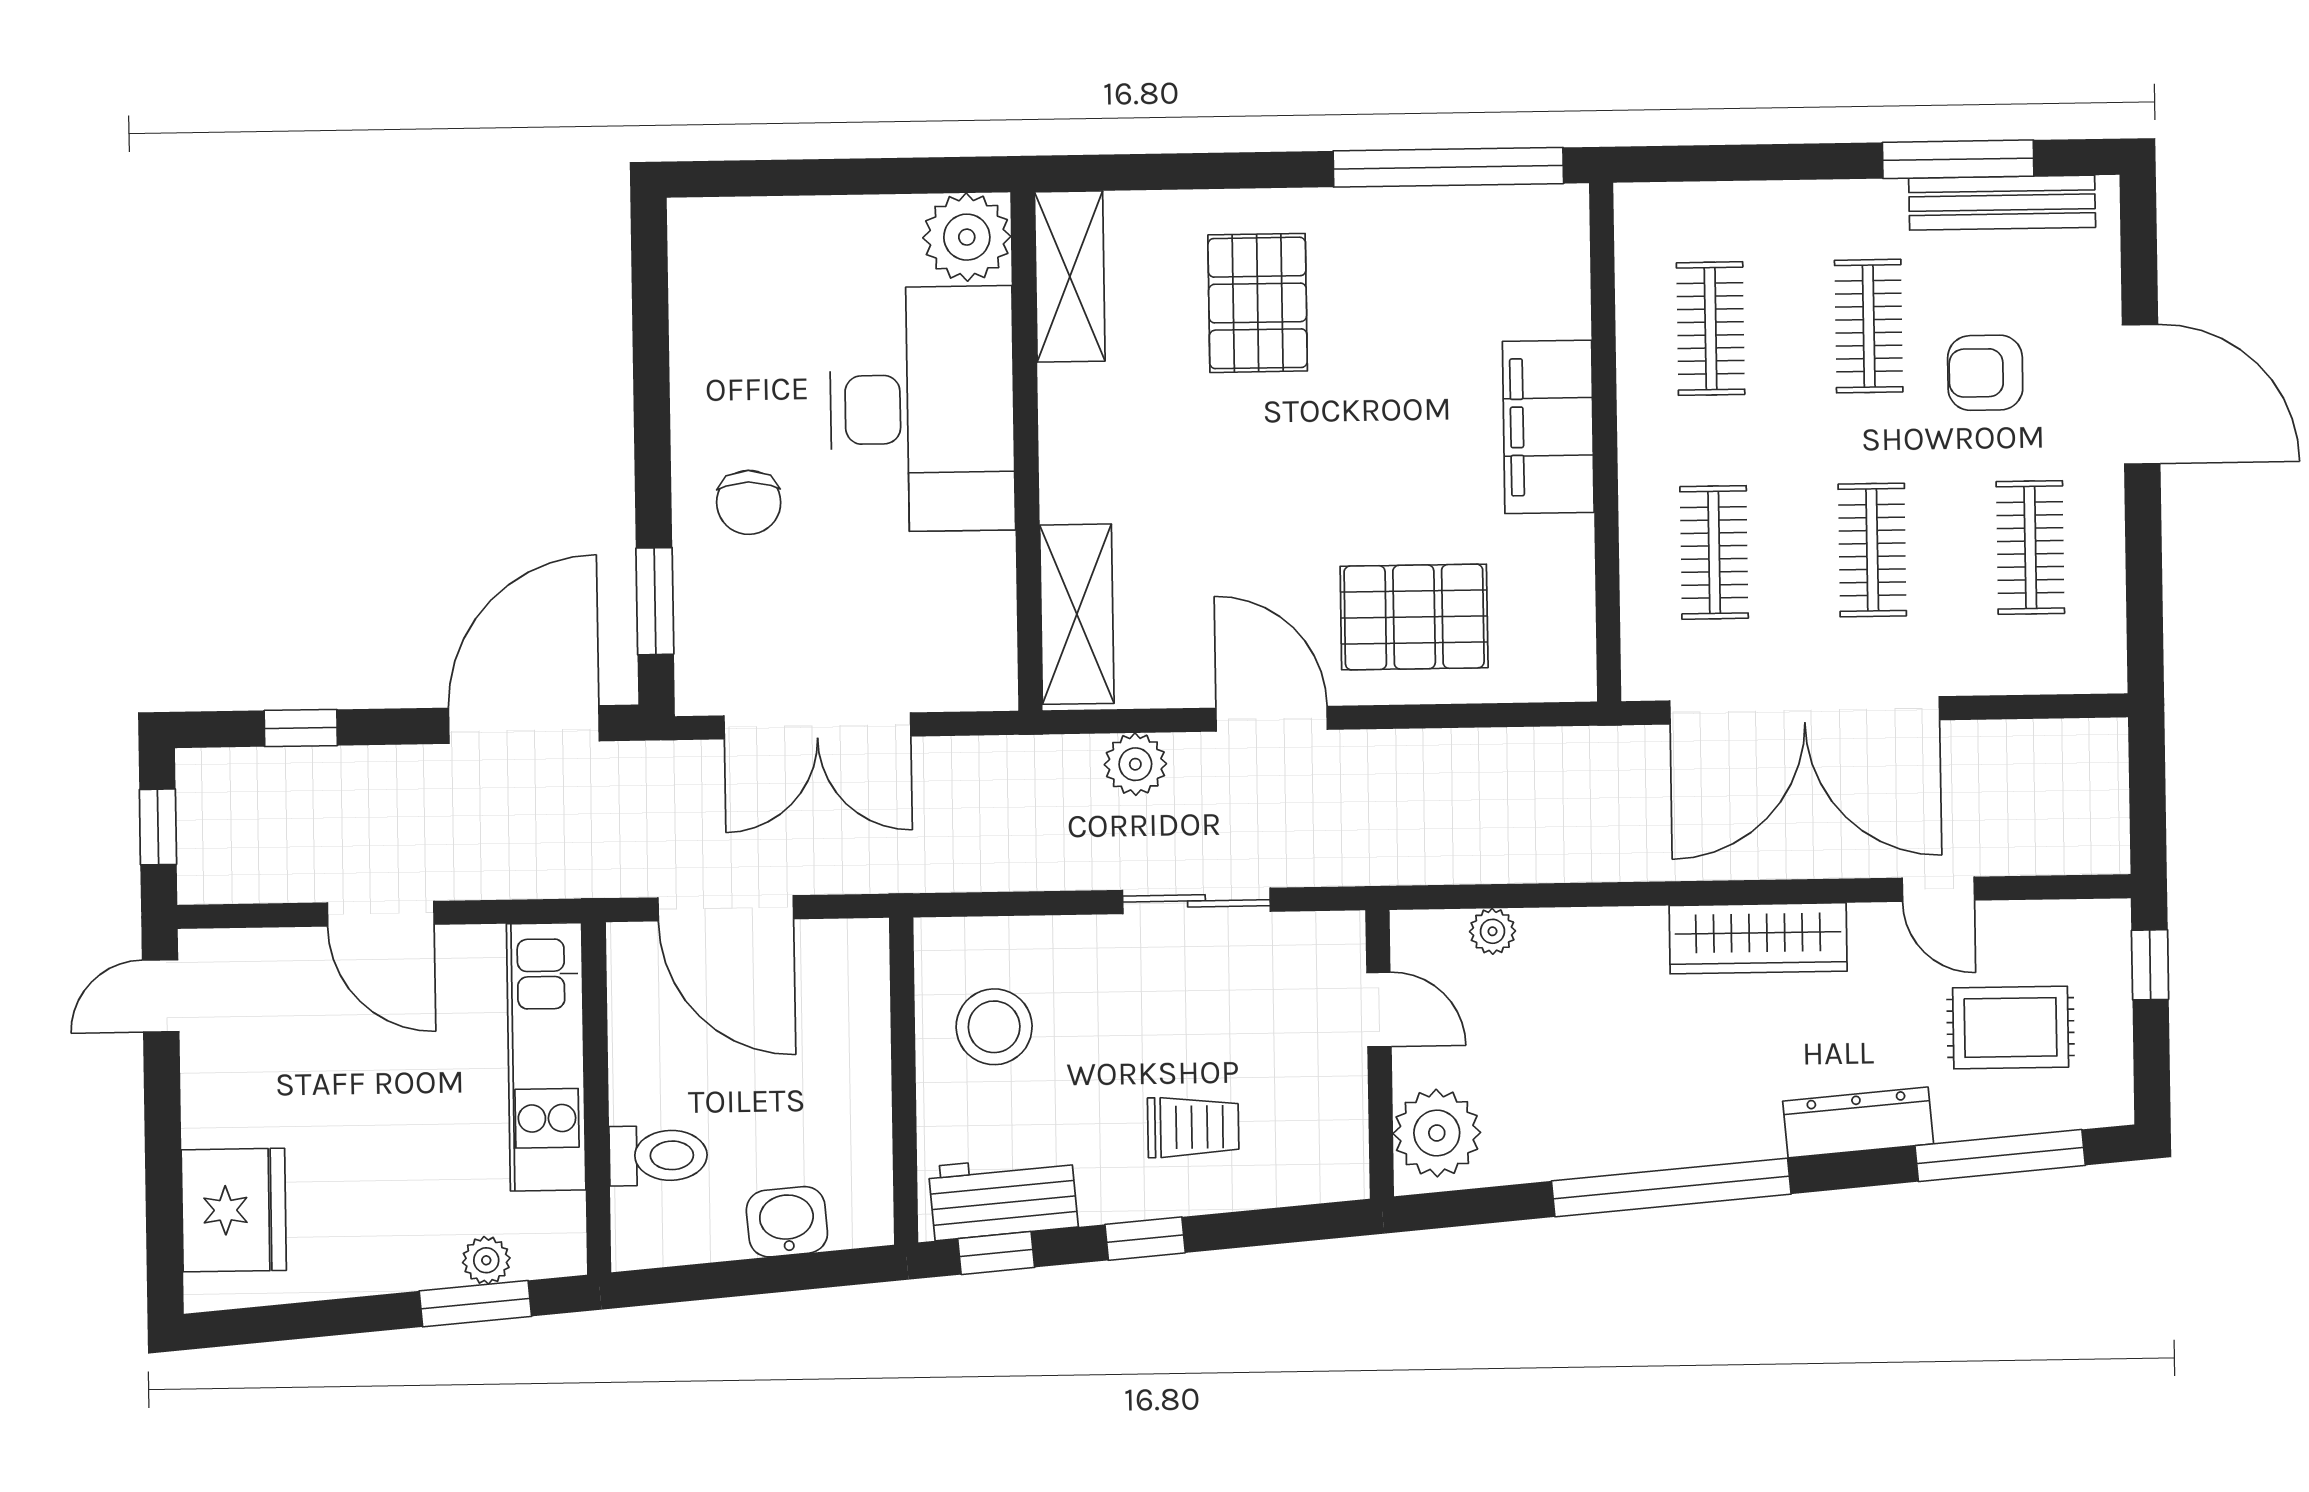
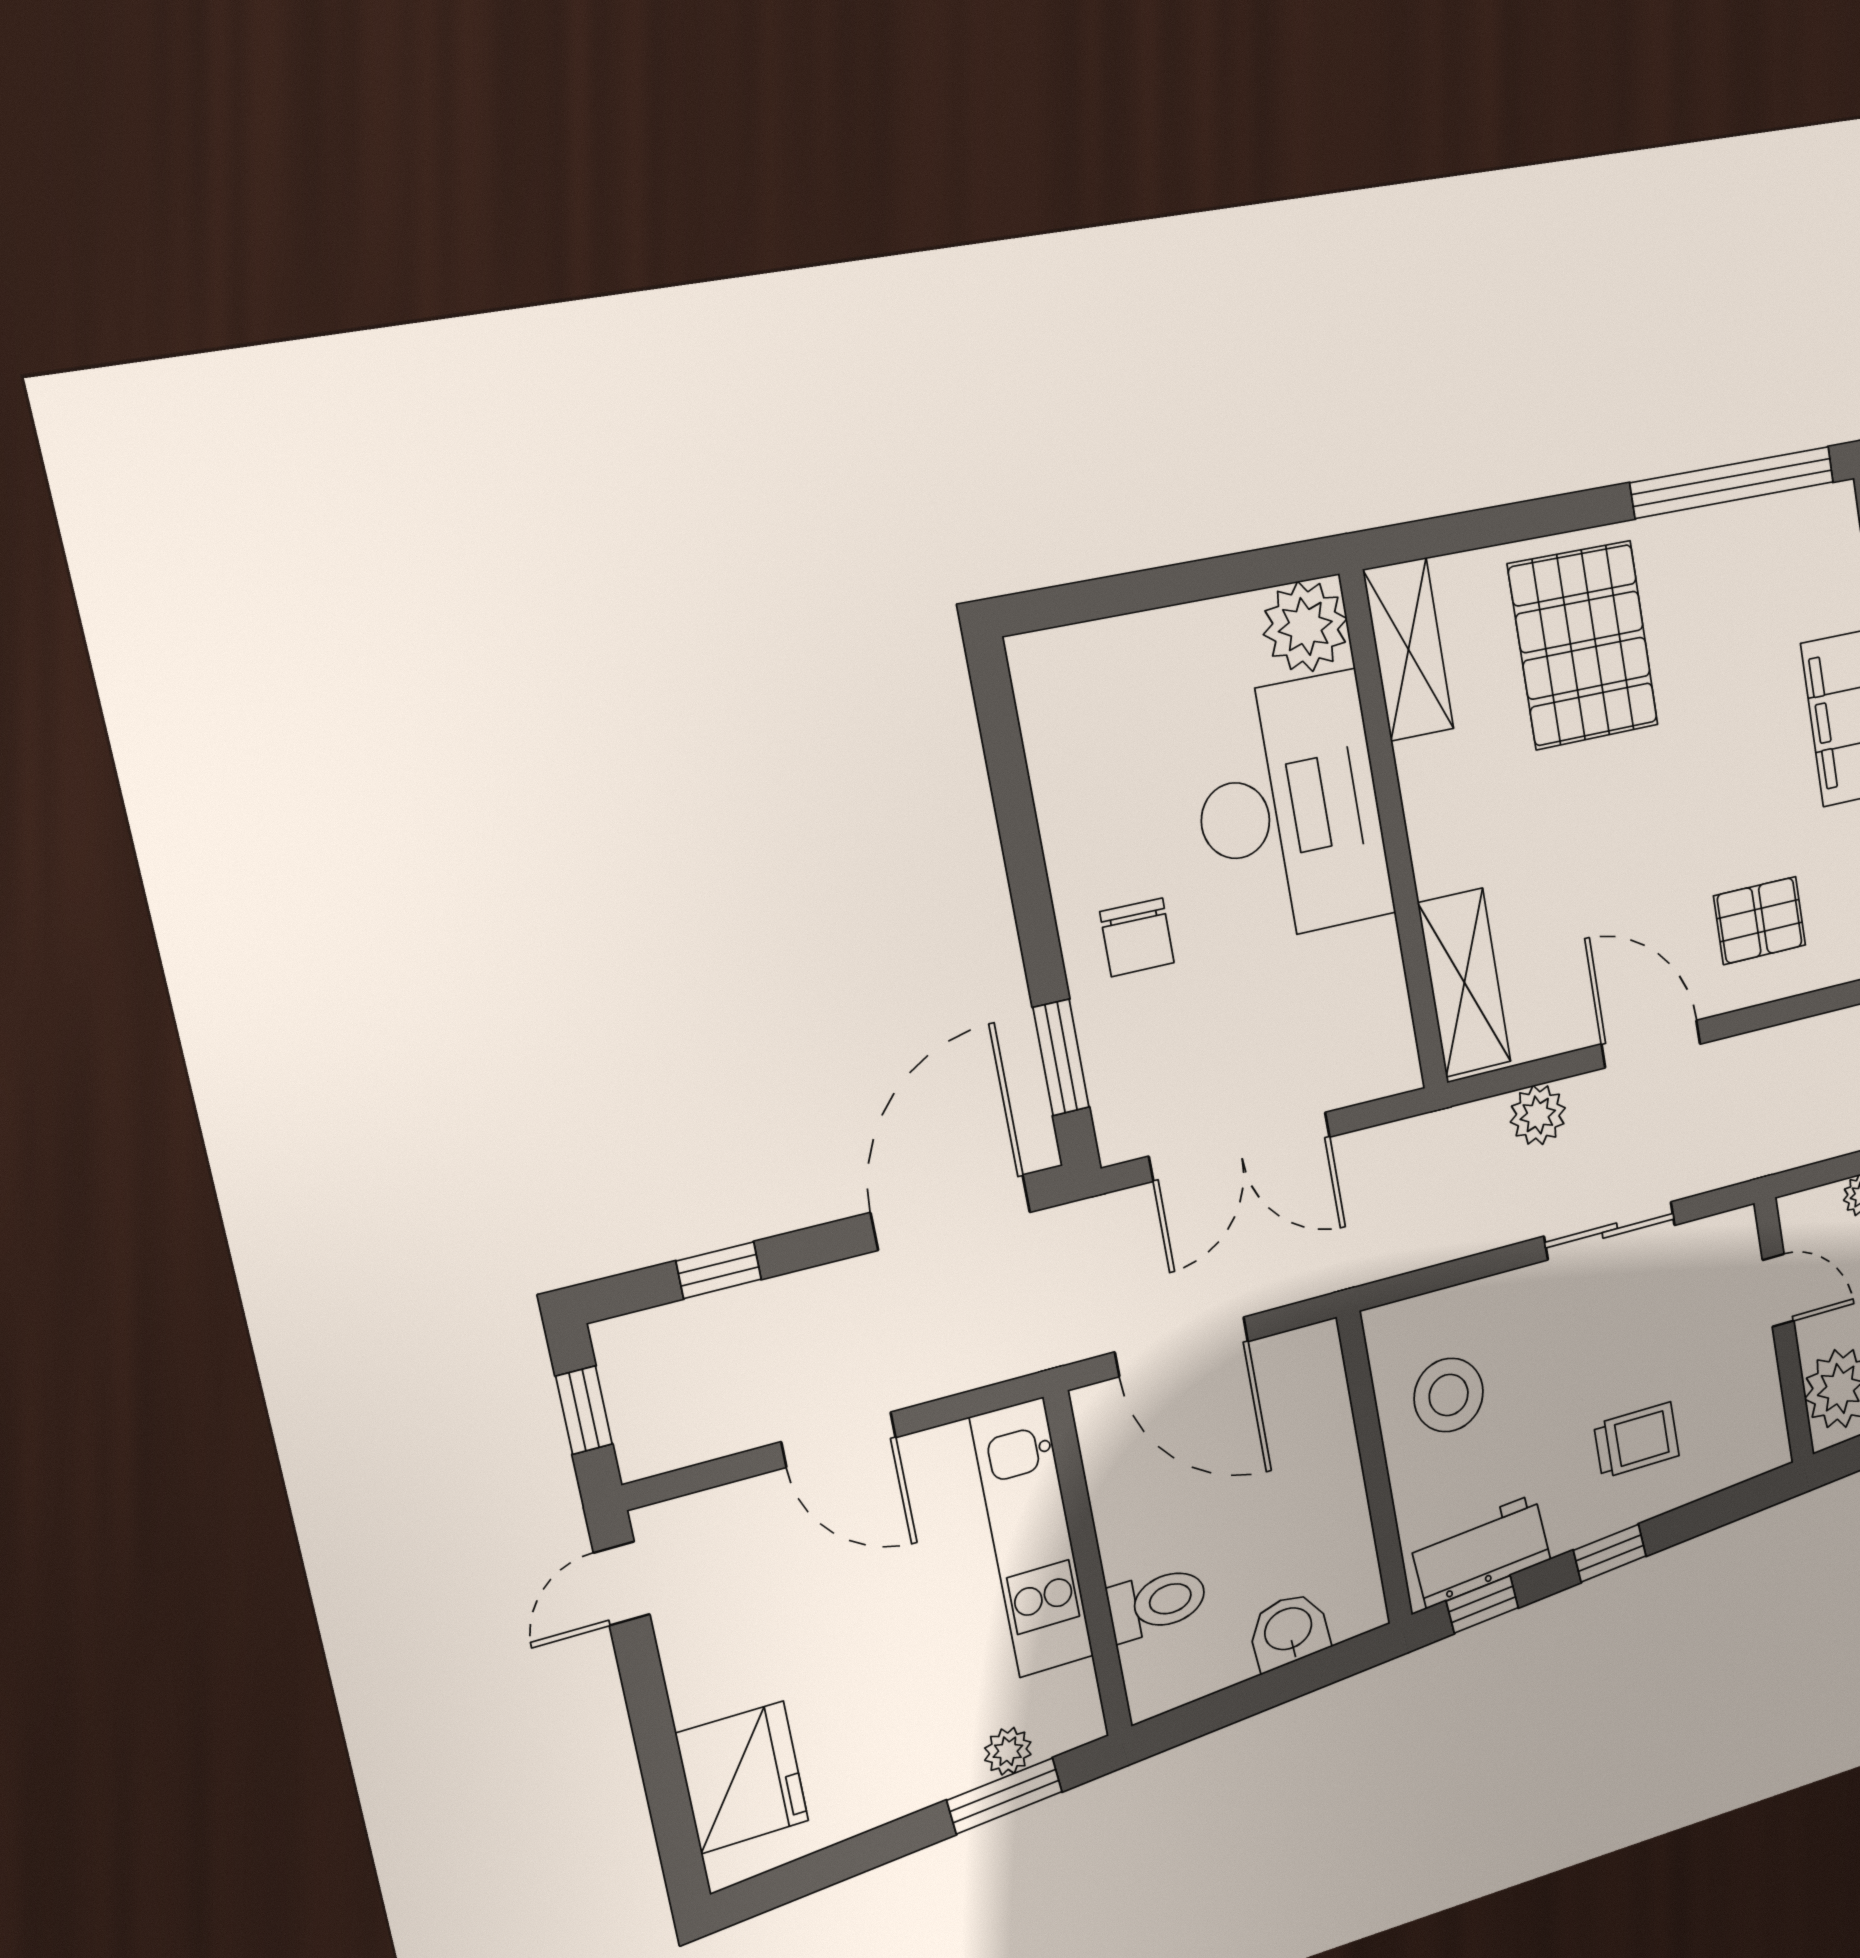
pallet: (1258, 303) -> (1583, 645), width x1.37, depth x1.41
pallet: (1414, 617) -> (1760, 921), width x0.67, depth x0.71

